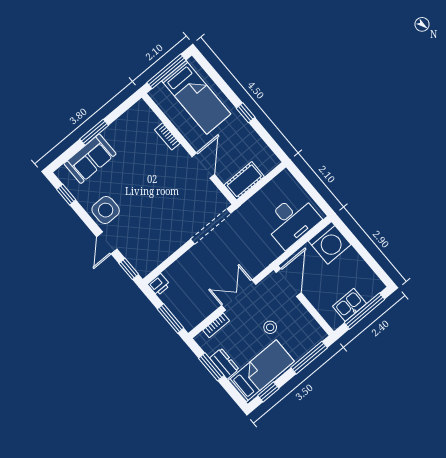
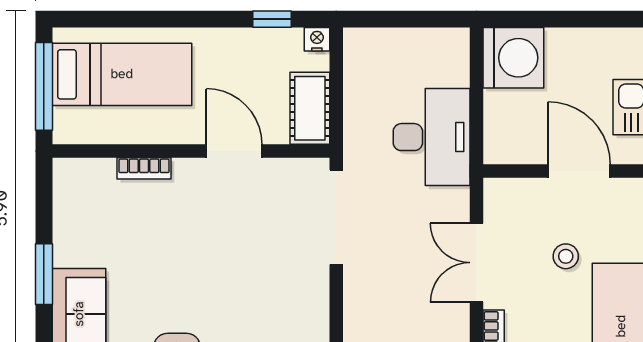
window: (246, 113) -> (272, 19), moved
nightstand: (273, 161) -> (317, 39), added
desk: (292, 221) -> (432, 137), moved
door: (289, 283) -> (579, 171), moved

